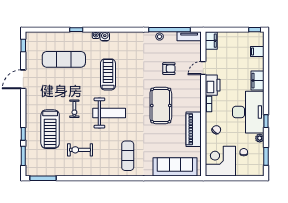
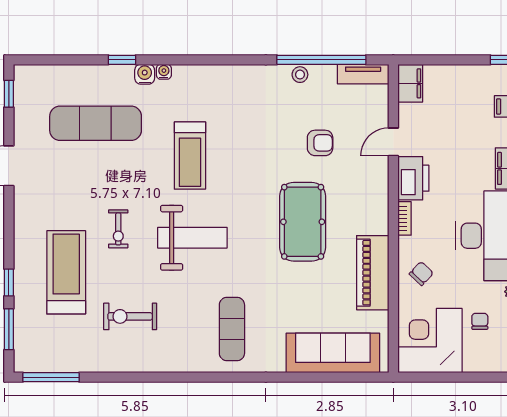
water cooler: (105, 36) -> (145, 74), moved
treadmill: (108, 74) -> (190, 156), turned 180
treadmill: (50, 129) -> (66, 272), turned 180

